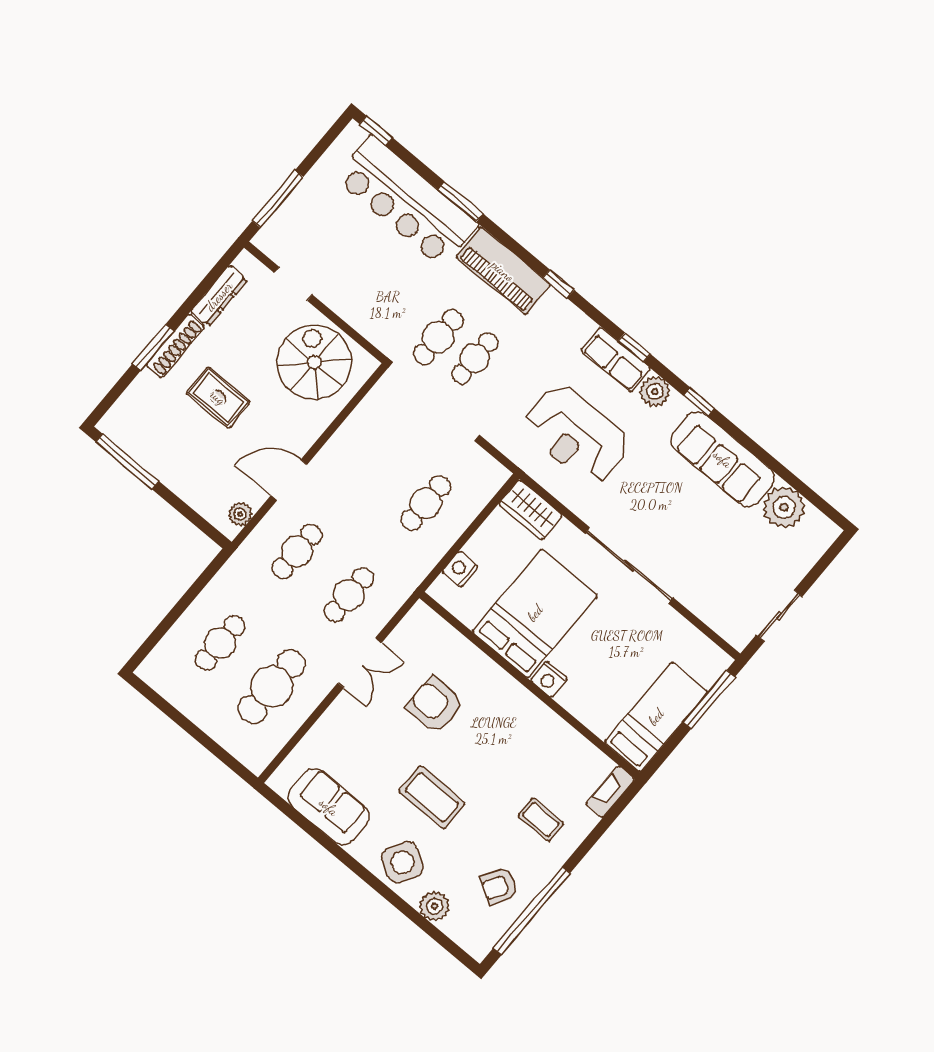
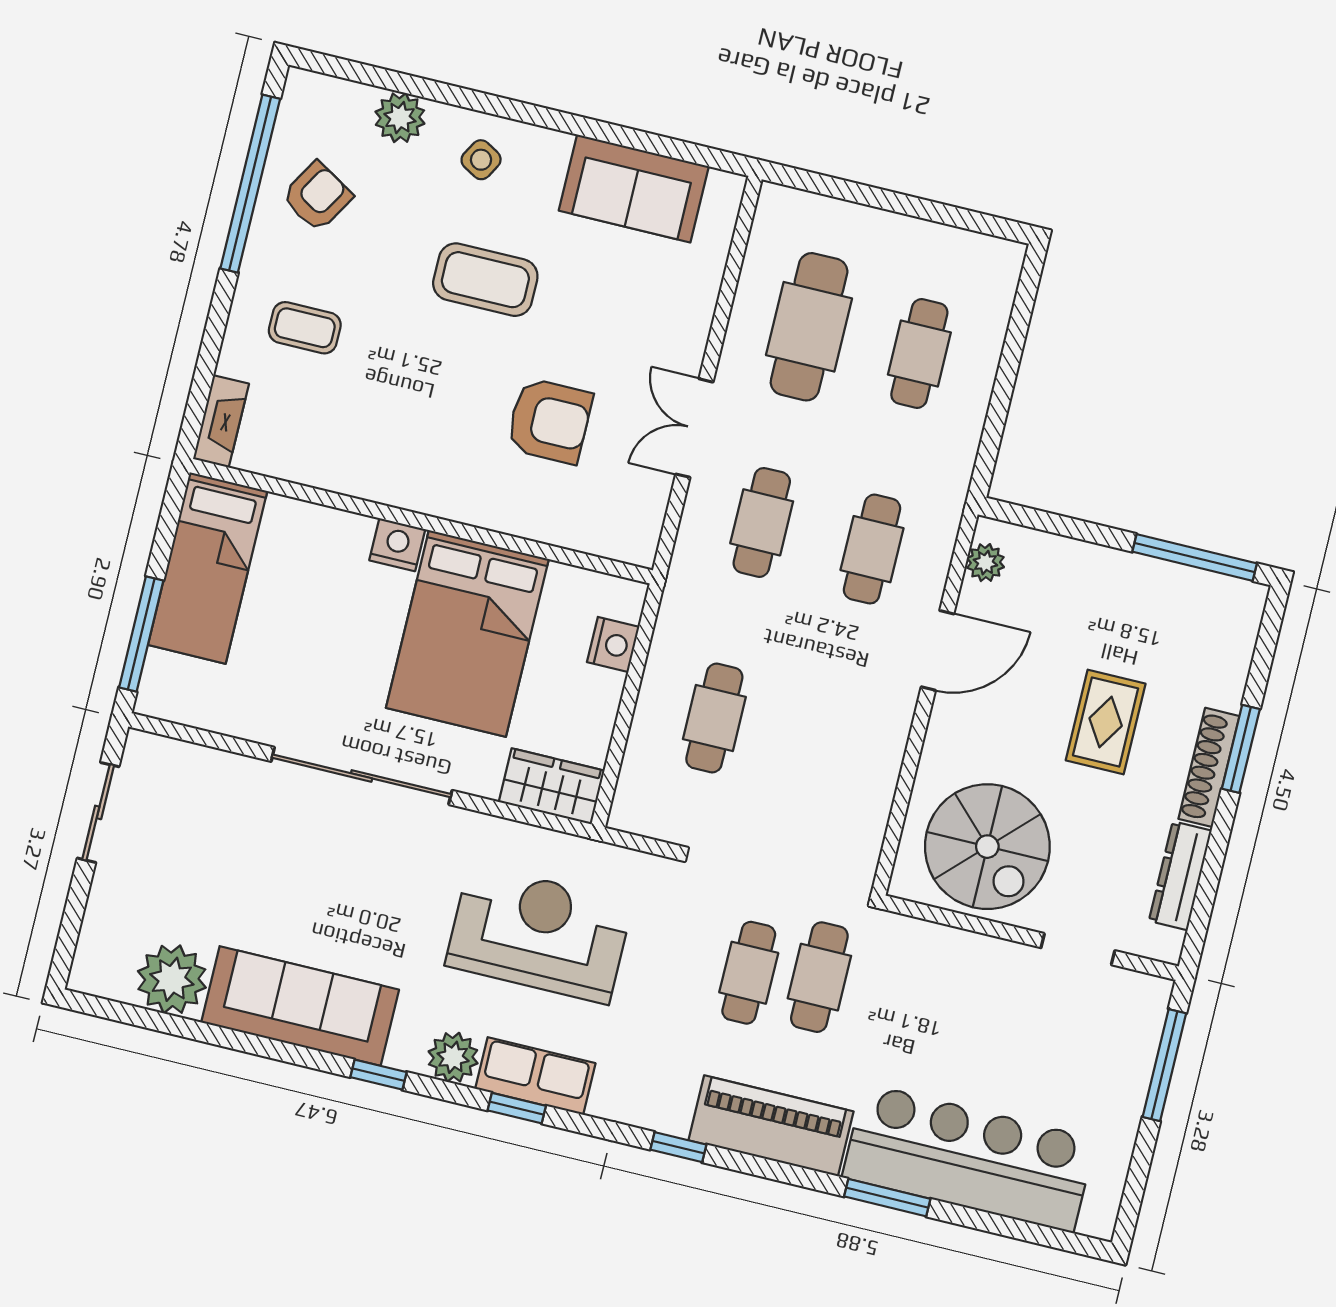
window: (376, 131) -> (1067, 1241), removed
rug: (218, 397) -> (1106, 722), turned 90
side table: (402, 862) -> (481, 160), width x0.54, depth x0.54

